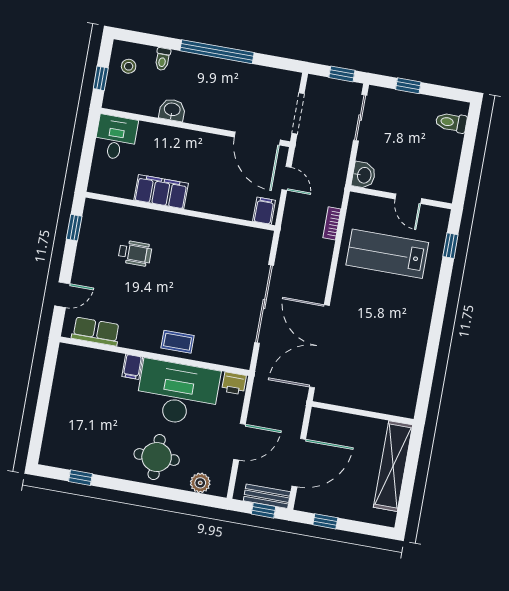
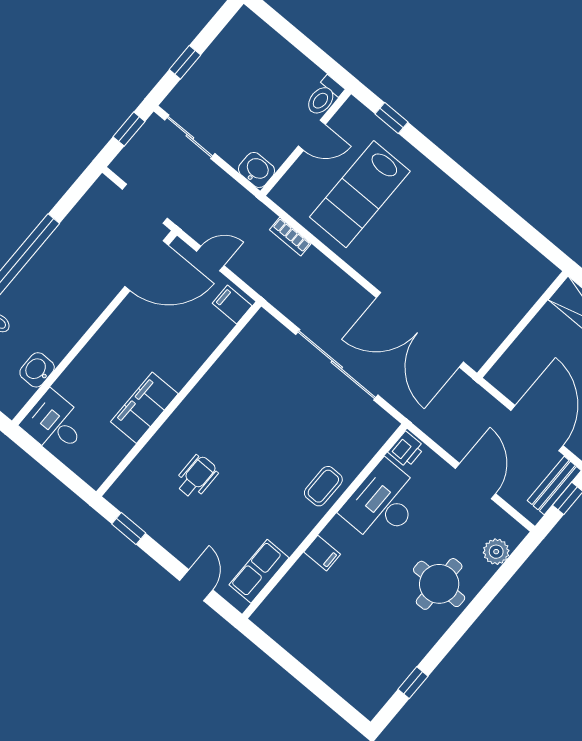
washbasin: (172, 110) -> (37, 370), moved
toilet: (451, 122) -> (324, 96), moved
desk: (178, 393) -> (383, 503), width x0.73, depth x0.77

